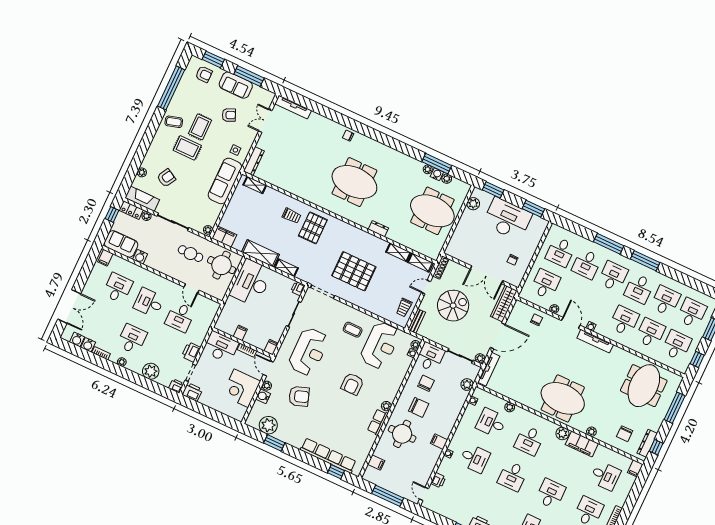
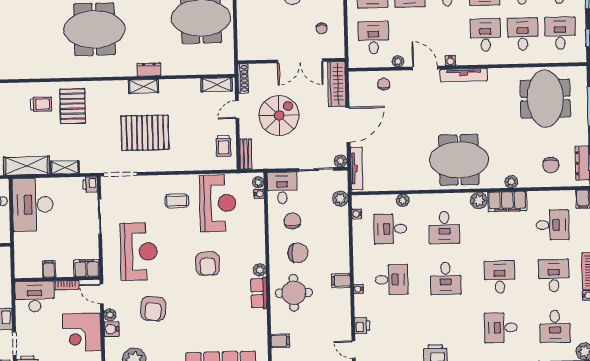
shelving: (398, 252) -> (144, 86), moved
filing cabinet: (271, 347) -> (87, 268), width x2.00
armchair: (299, 396) -> (153, 309), turned 115

